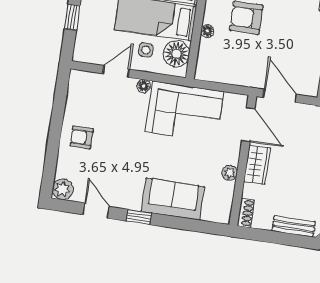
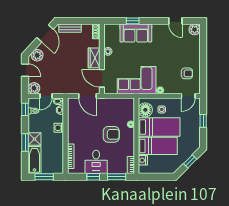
door: (116, 71) -> (188, 96), moved
armchair: (82, 137) -> (187, 73), moved
window: (139, 217) -> (133, 21), moved

